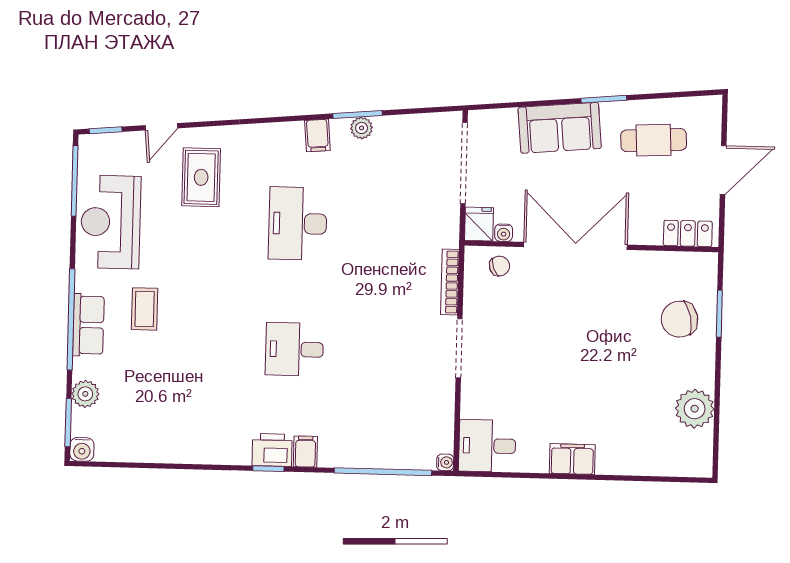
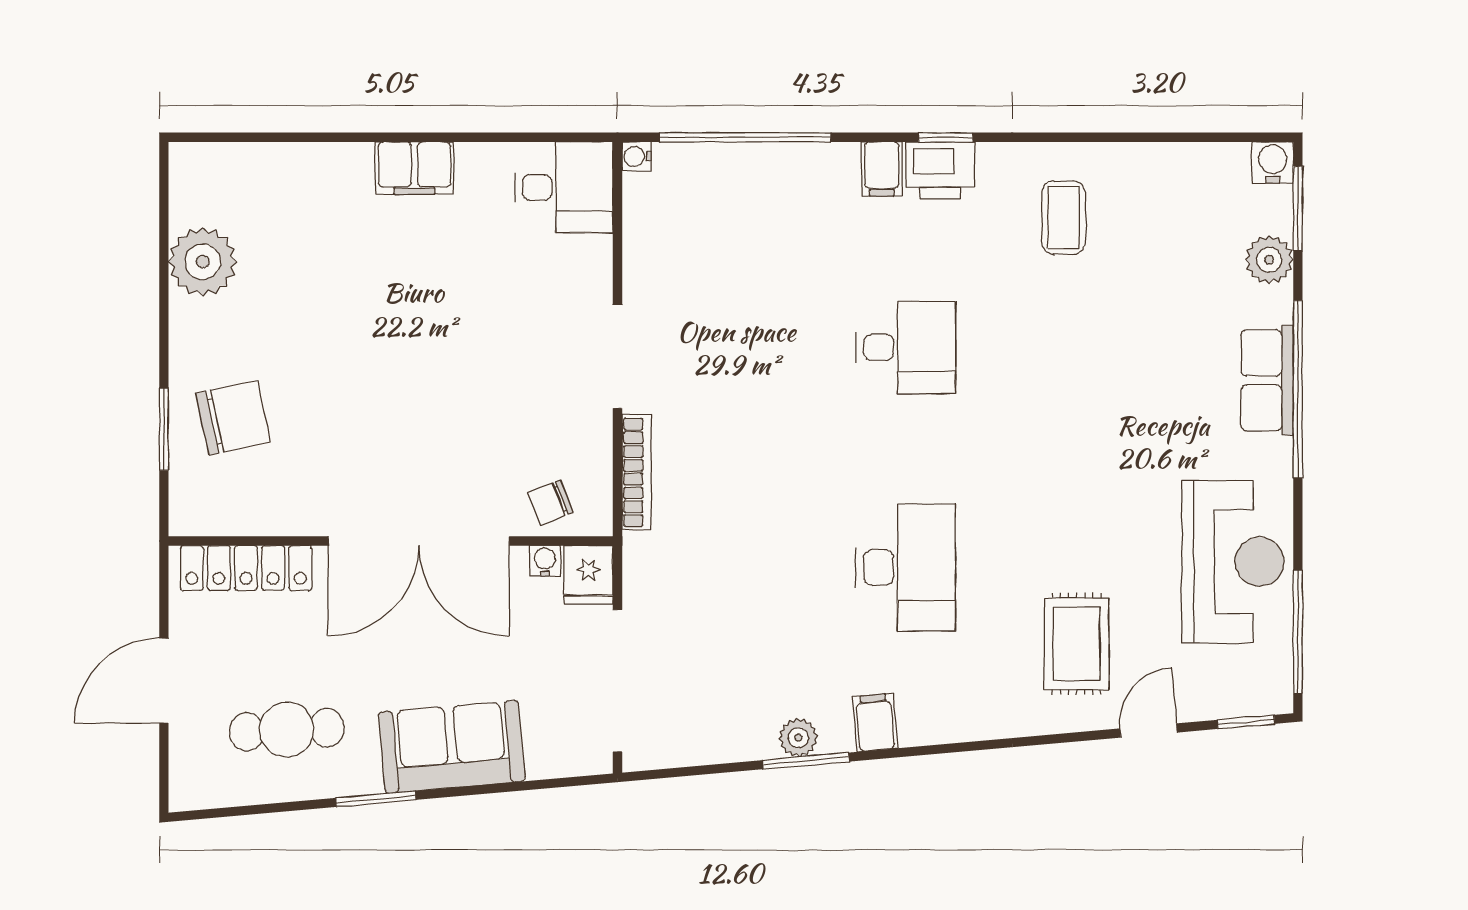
locker: (688, 233) -> (246, 568), width x1.53
coffee table: (145, 309) -> (1063, 218), moved

